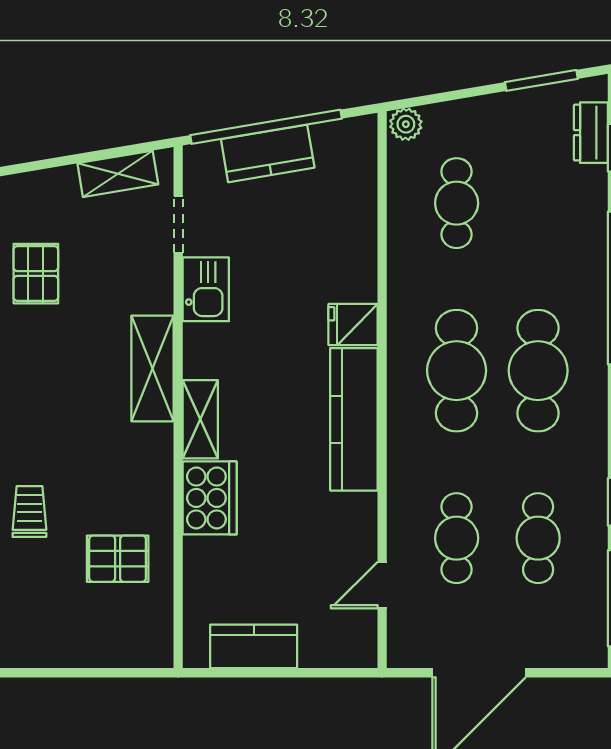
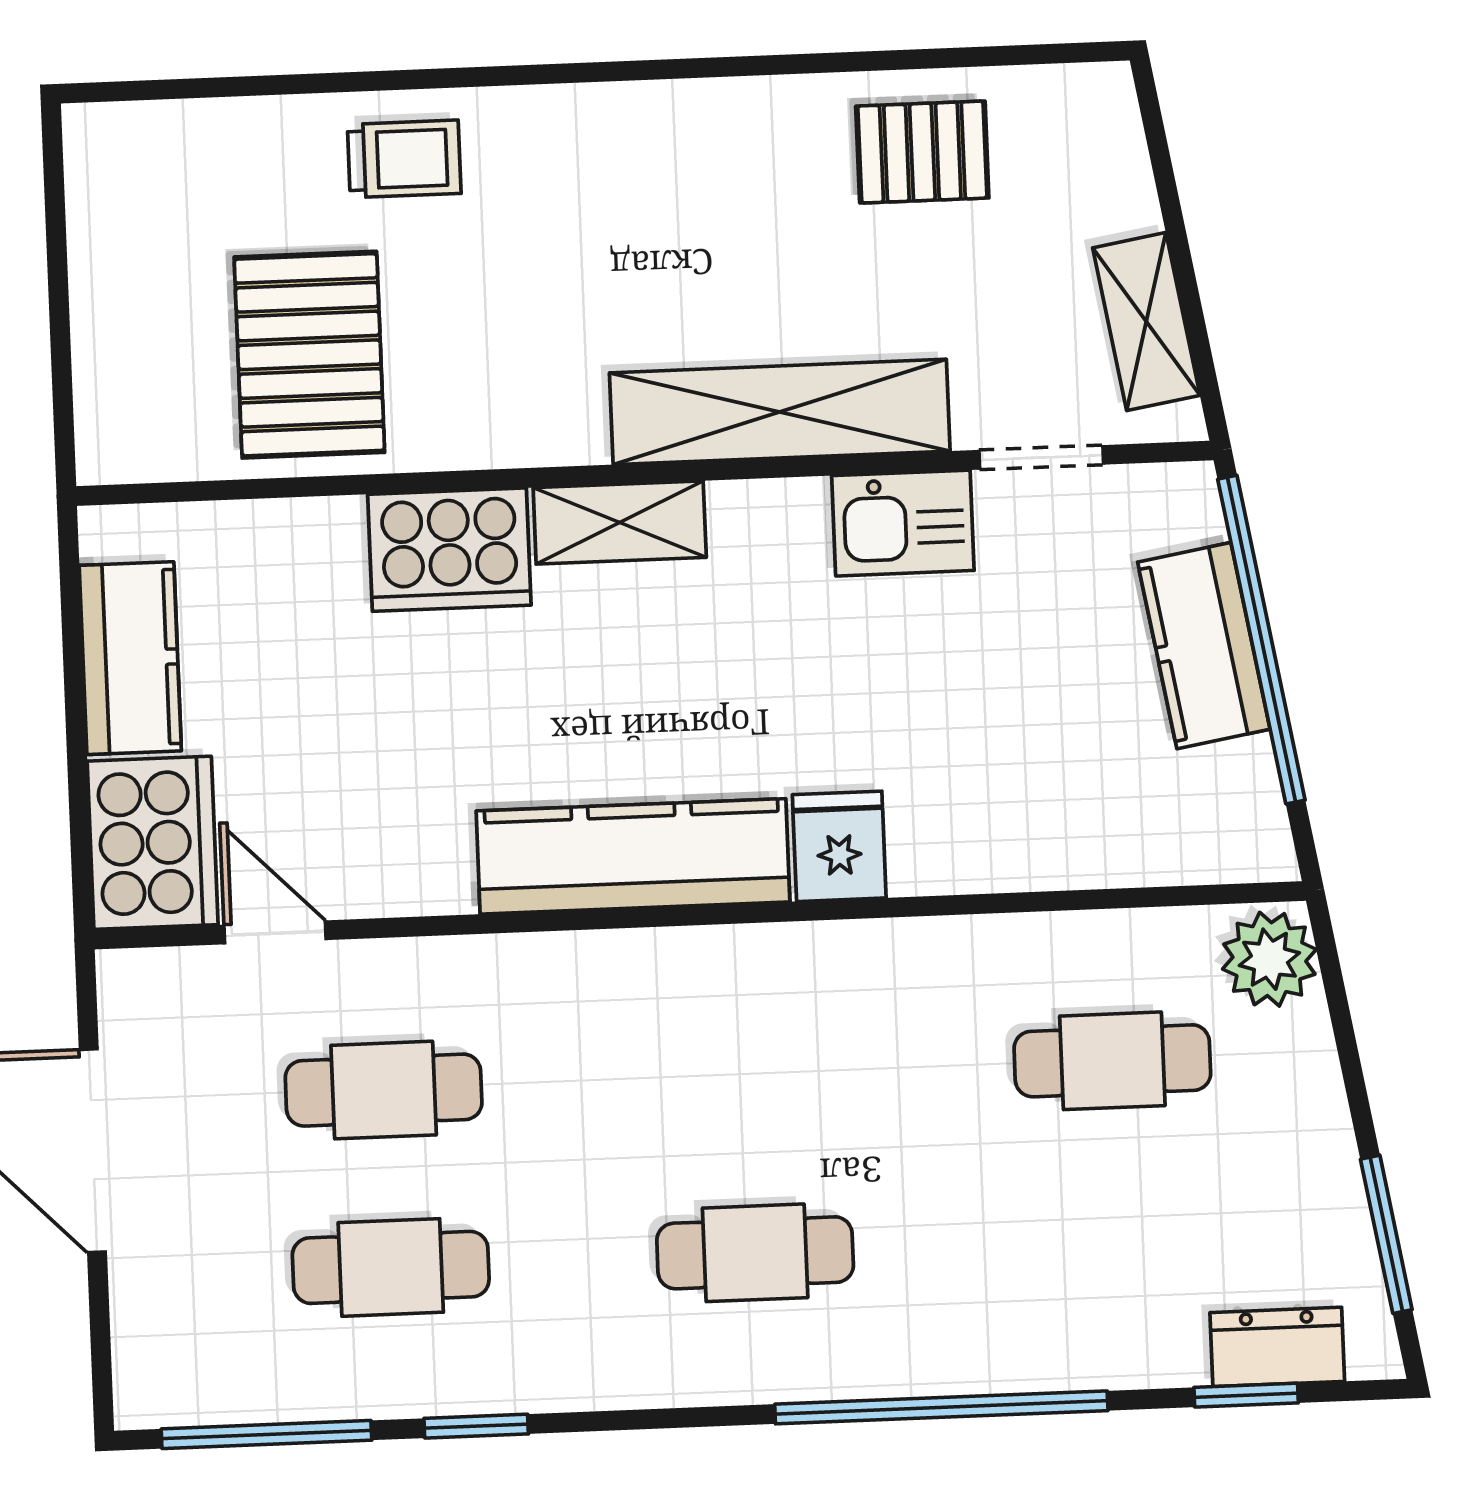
plant: (406, 124) -> (1269, 959), width x1.38, depth x1.38
shelving: (153, 368) -> (780, 412), width x1.47
cafe table: (457, 371) -> (748, 1075), removed
cafe table: (538, 371) -> (755, 1253), width x0.73, depth x0.74
pallet: (118, 559) -> (309, 355), width x1.50, depth x1.42
cooker: (339, 640) -> (153, 843), added

